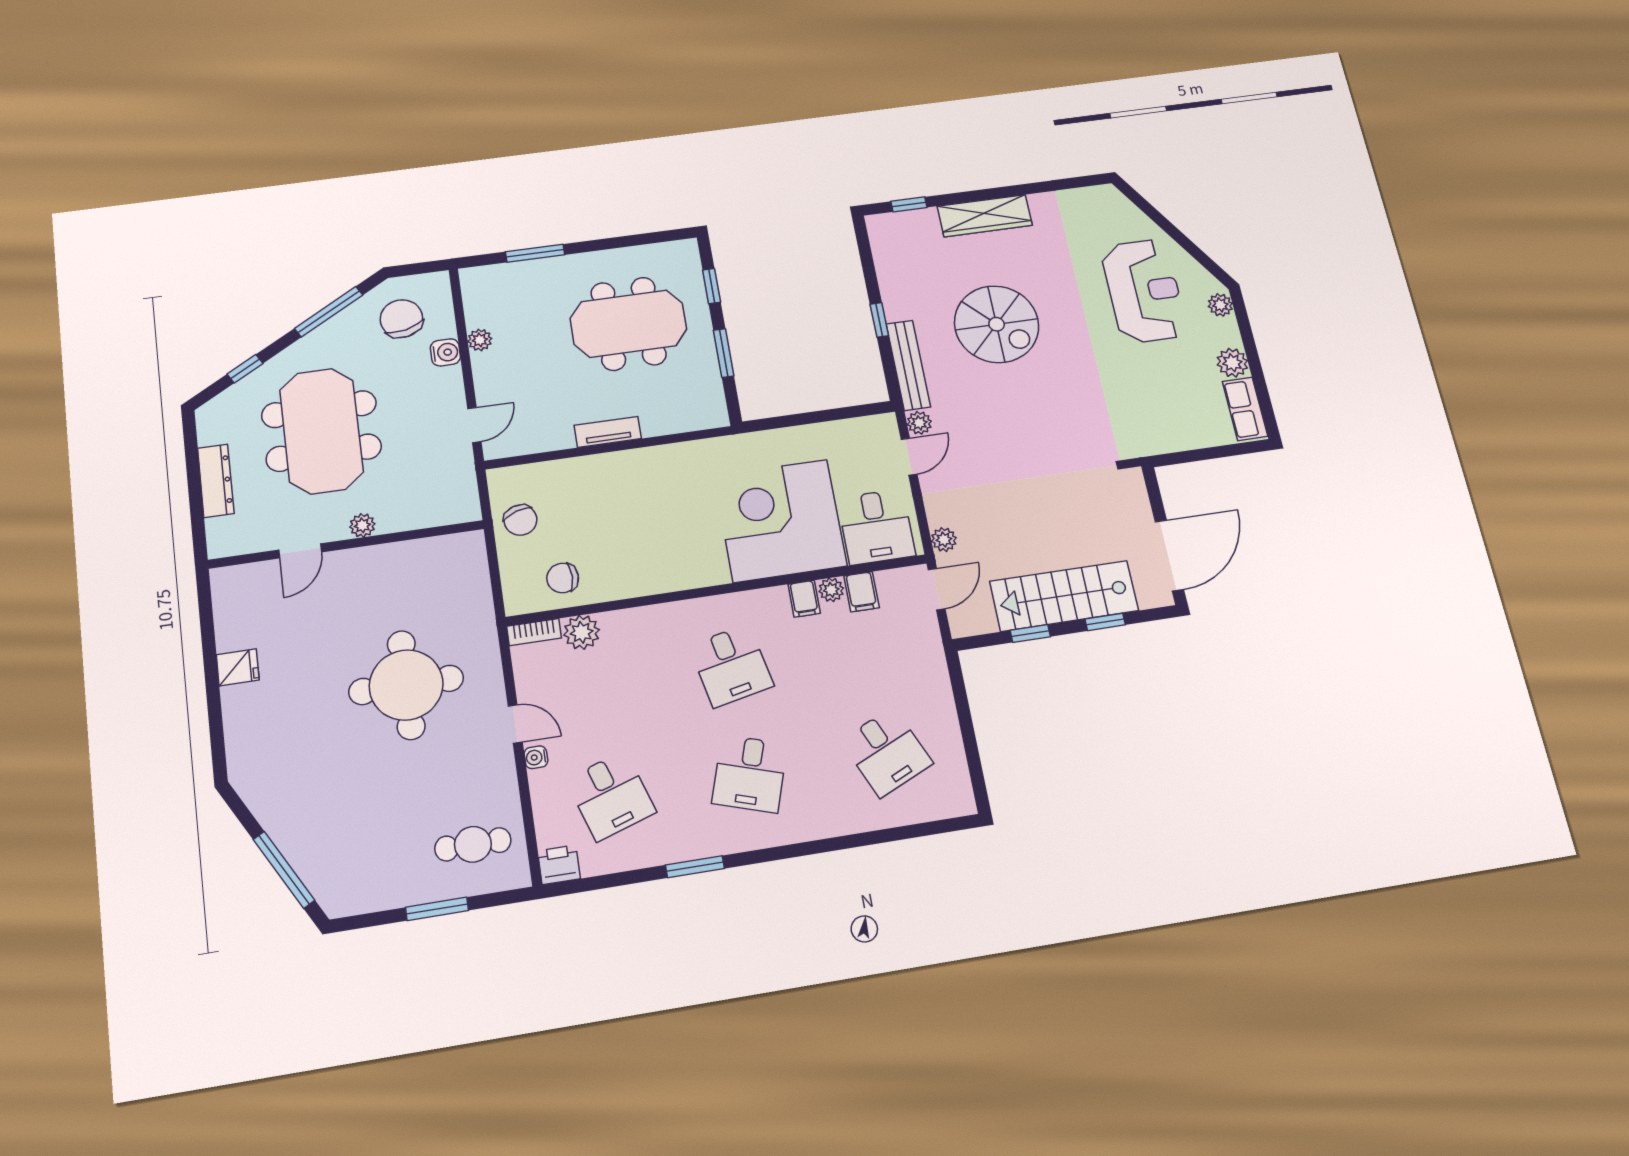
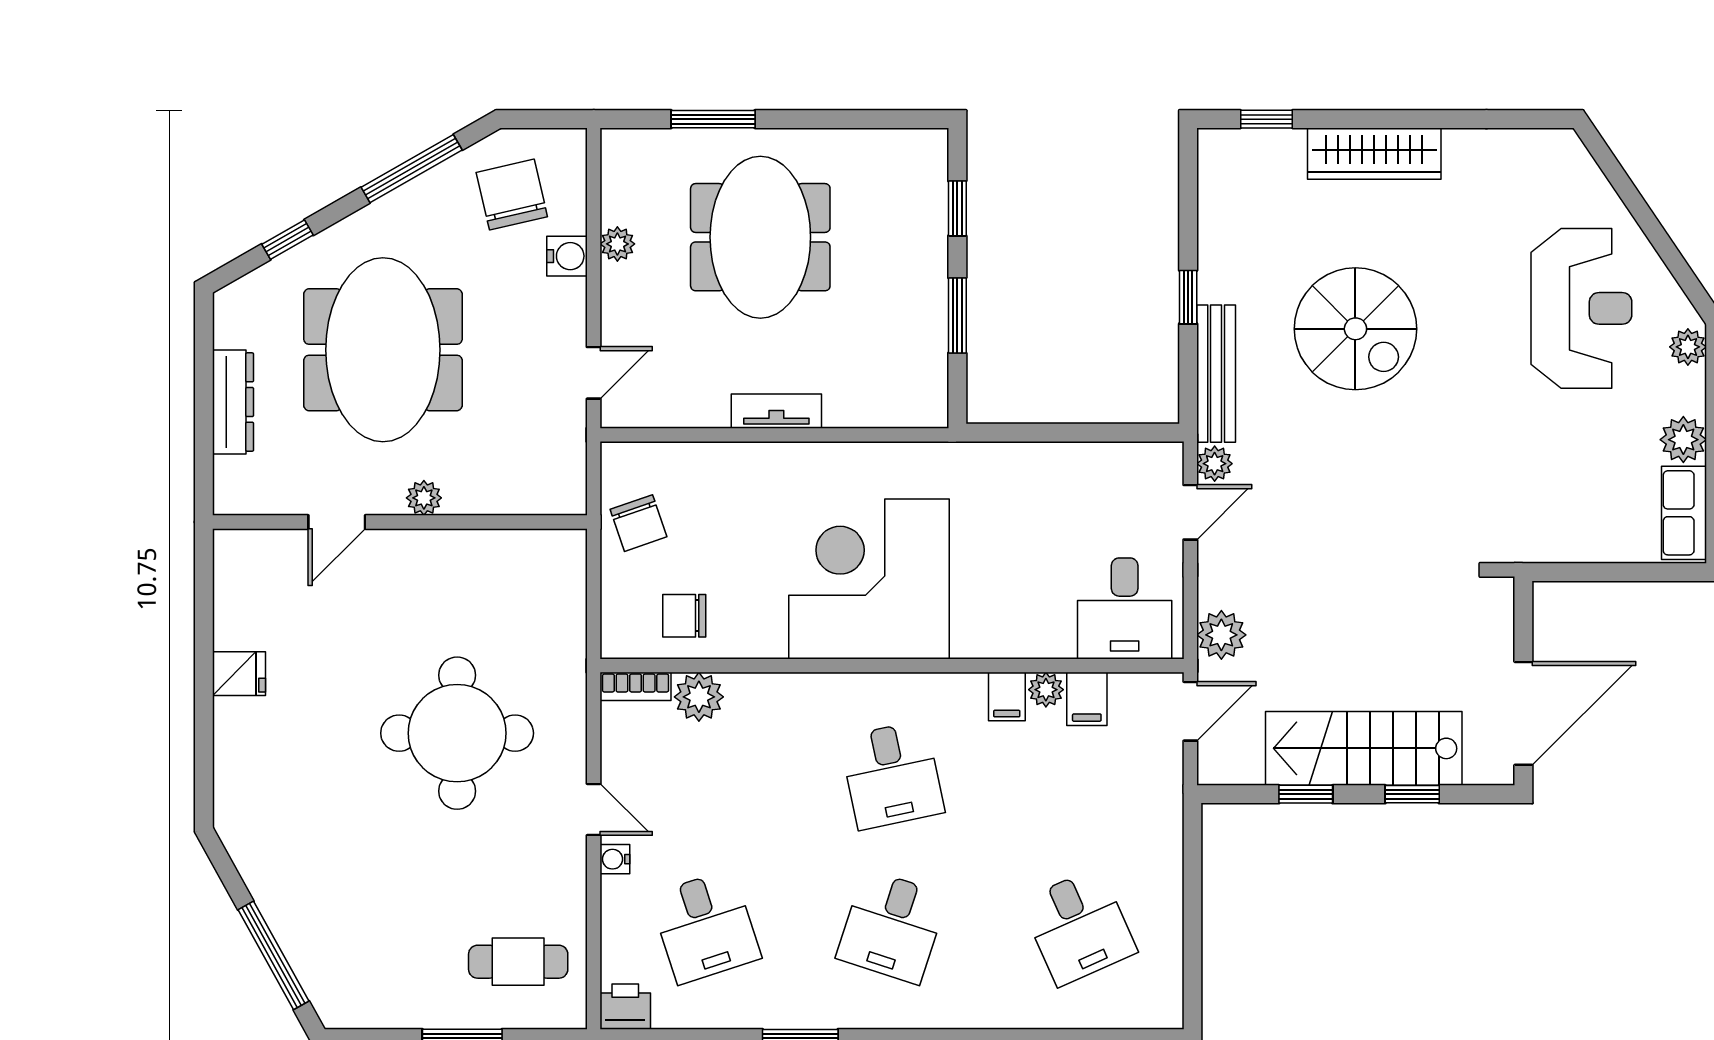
meeting table: (628, 324) -> (760, 237), moved, turned 90
corner desk: (780, 521) -> (869, 579), moved
plant: (944, 540) -> (1221, 635), width x1.38, depth x1.38

